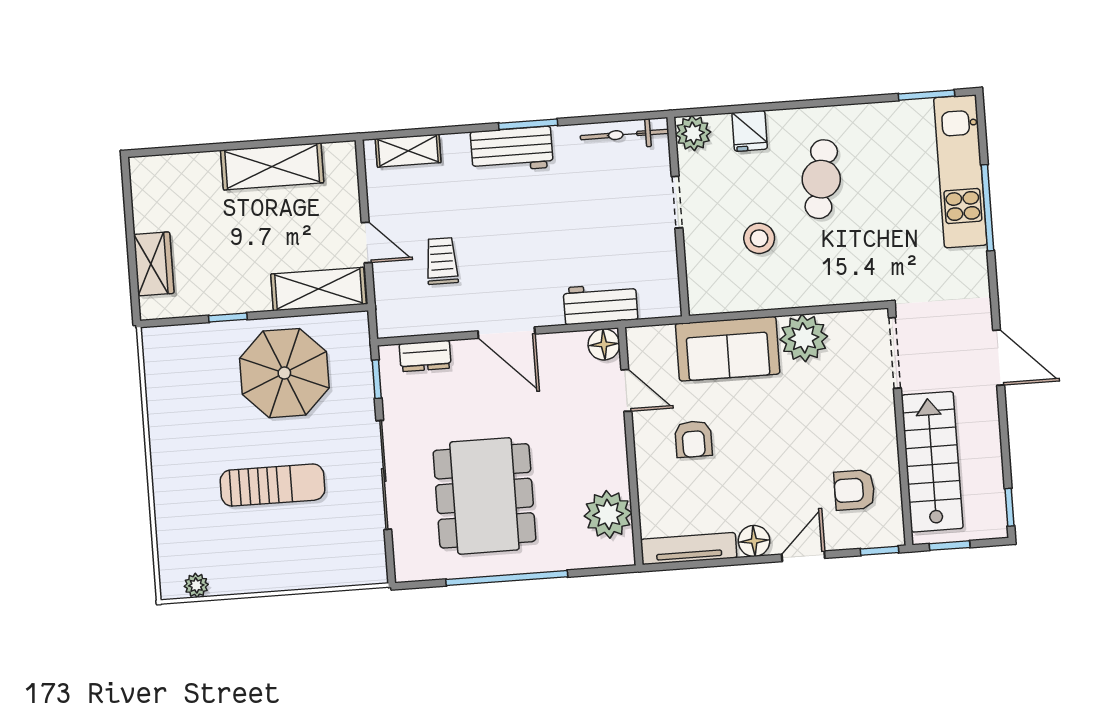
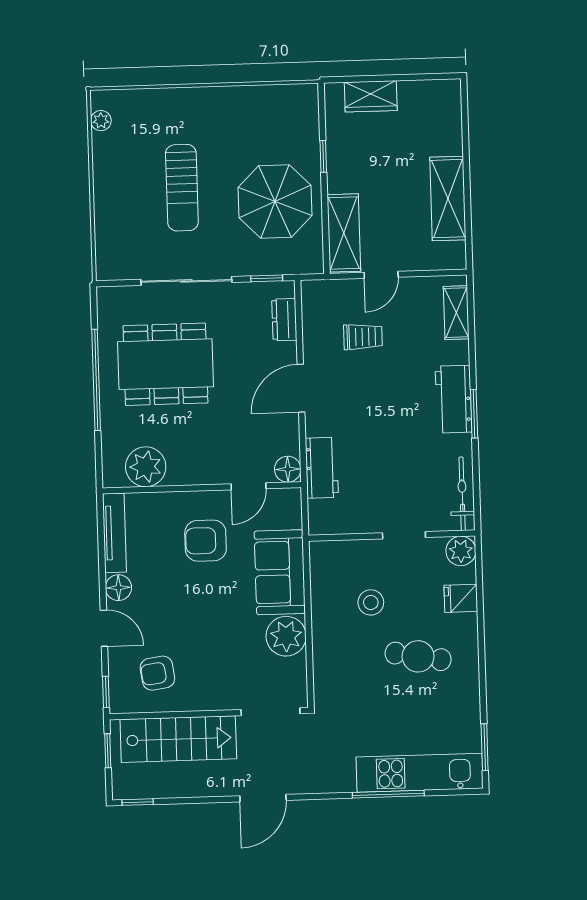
armchair: (693, 439) -> (206, 541), width x1.38, depth x1.38
armchair: (854, 490) -> (157, 673), turned -98

